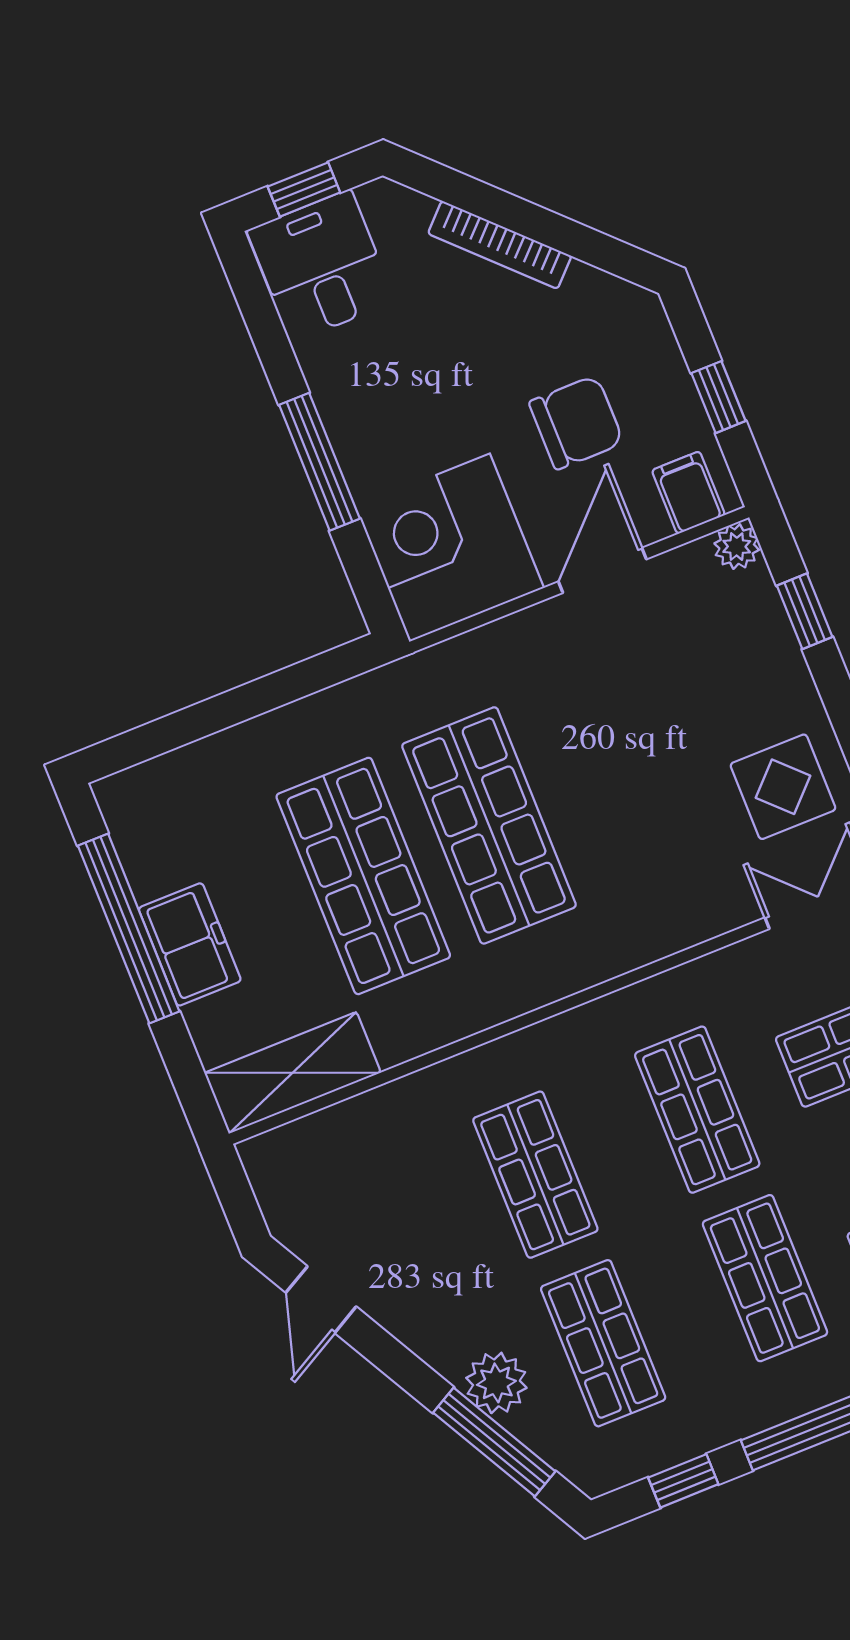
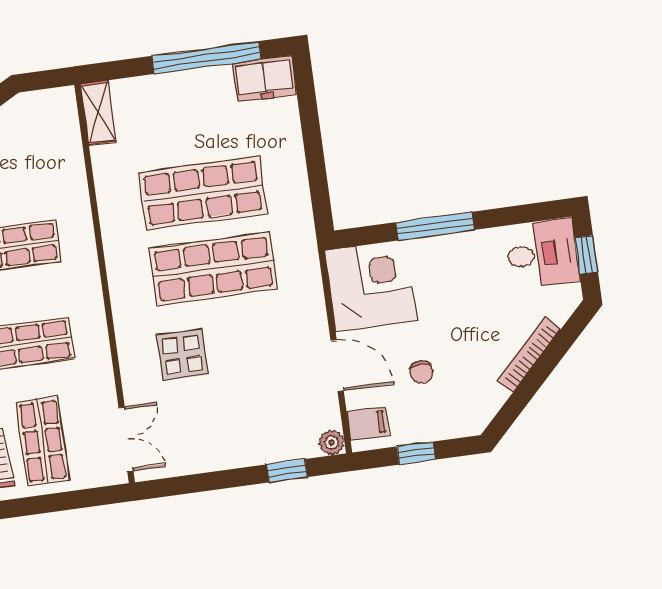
chair: (576, 422) -> (422, 372), width x0.54, depth x0.54
display table: (783, 787) -> (182, 355), moved
freezer: (190, 944) -> (264, 79), moved
shelving: (293, 1073) -> (98, 113), width x0.67, depth x0.75

